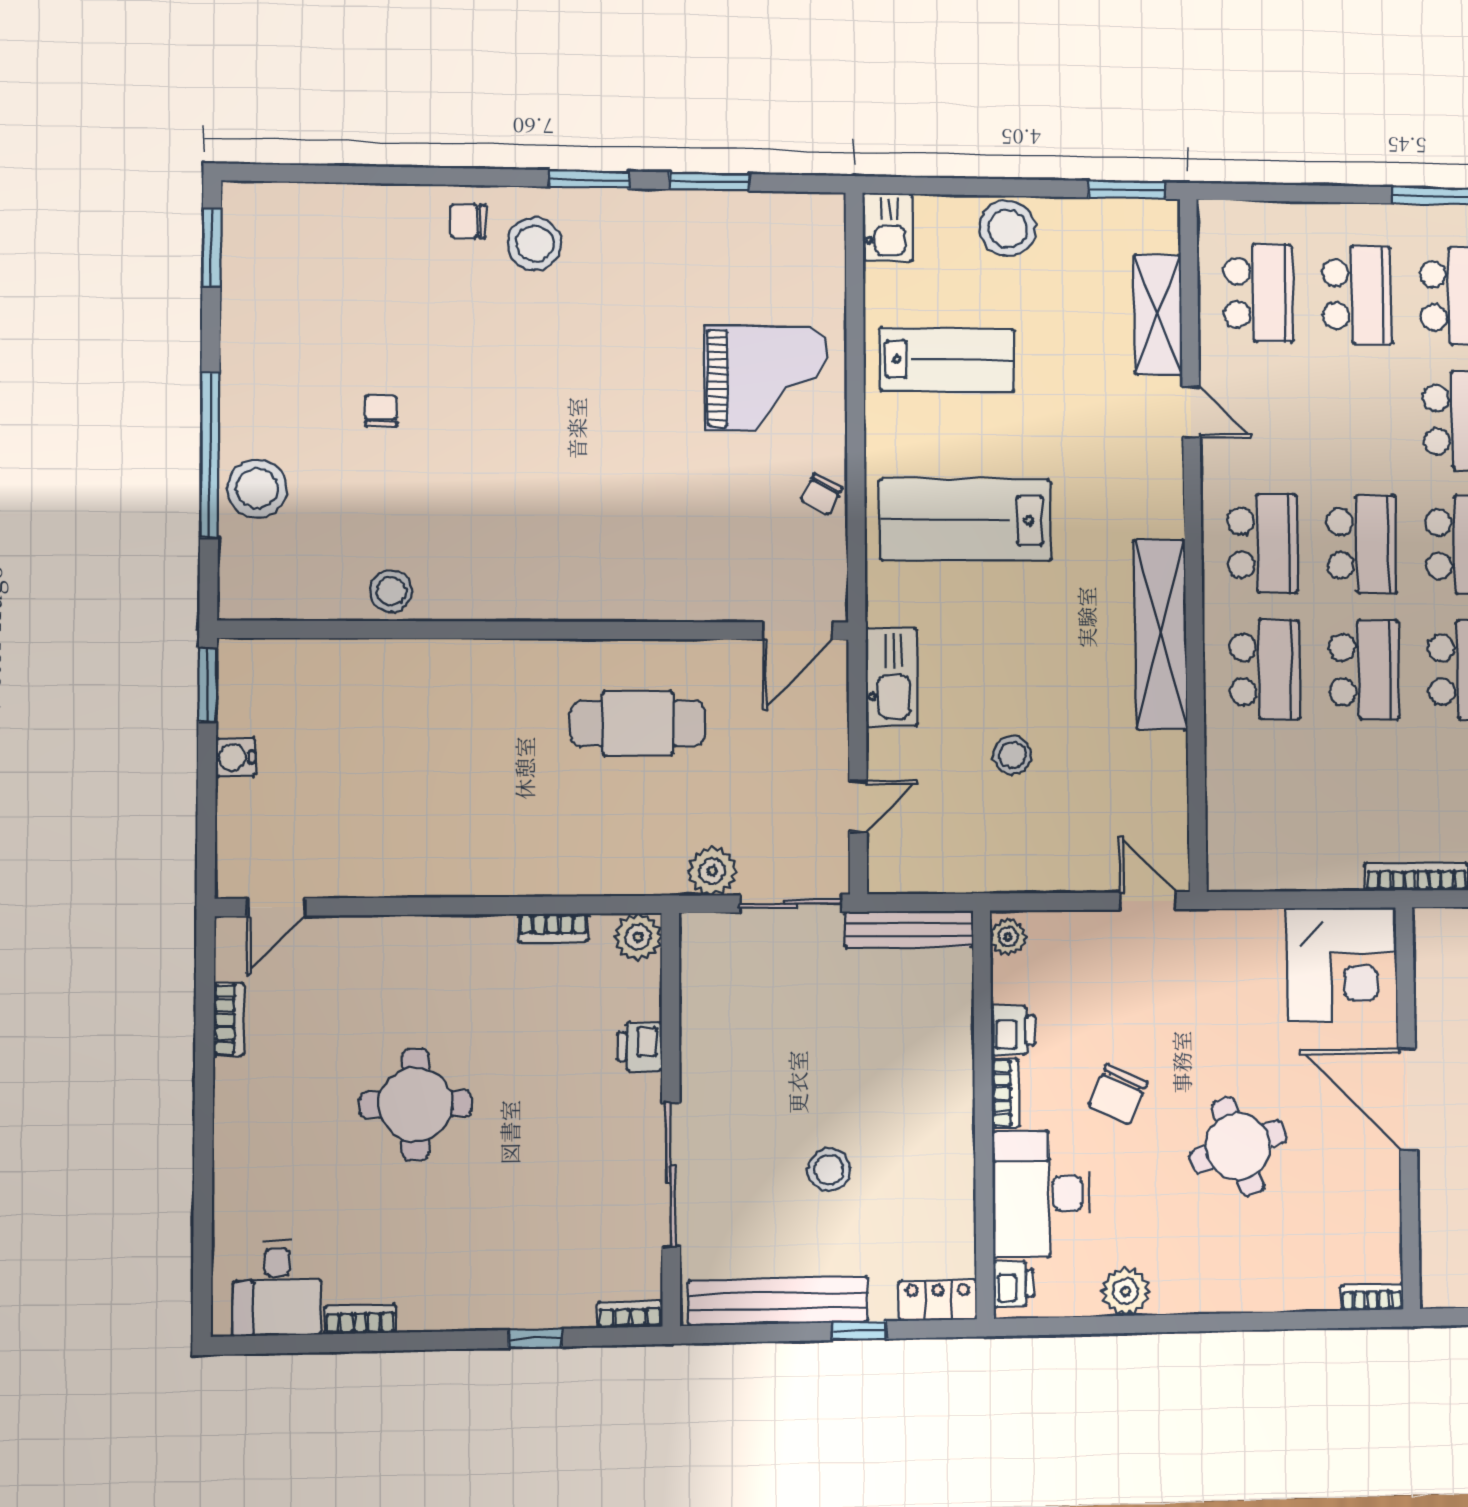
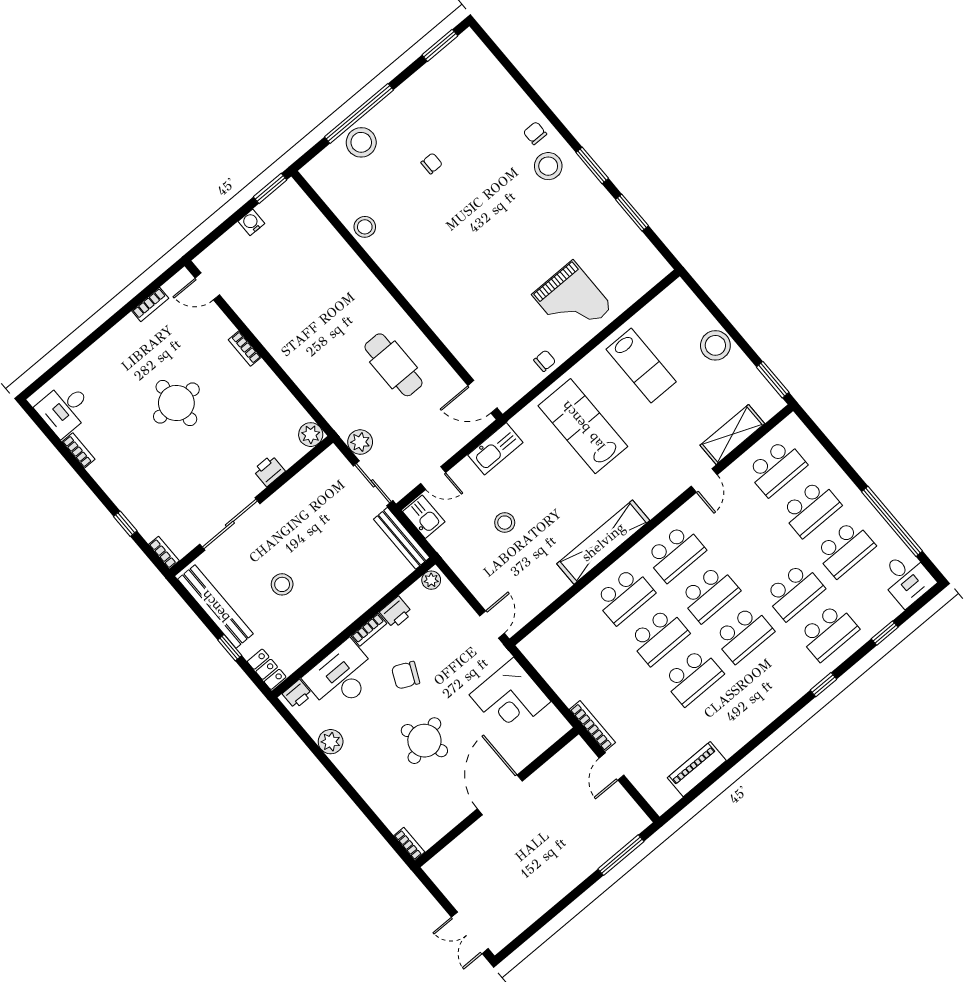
kitchen sink: (887, 227) -> (424, 517), moved, turned -90
chair: (821, 494) -> (545, 361), turned 152
bookcase: (553, 928) -> (245, 349), moved
corner desk: (1342, 964) -> (510, 698), moved

